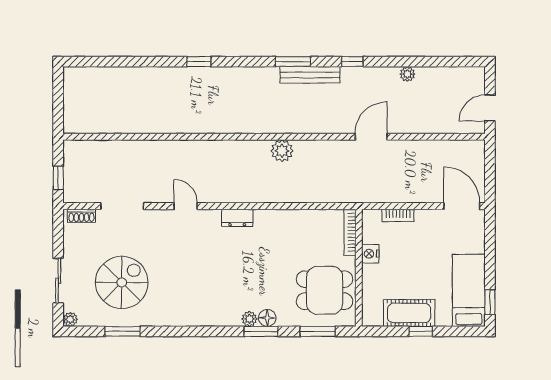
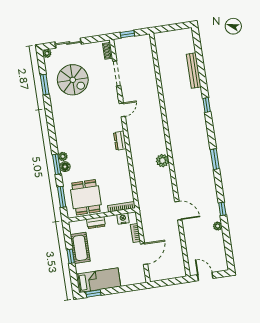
window: (352, 62) -> (222, 209), moved
bench: (310, 75) -> (194, 71), moved
door: (462, 206) -> (144, 254), moved
nightstand: (370, 254) -> (123, 219), moved
dresser: (370, 280) -> (96, 223), added

